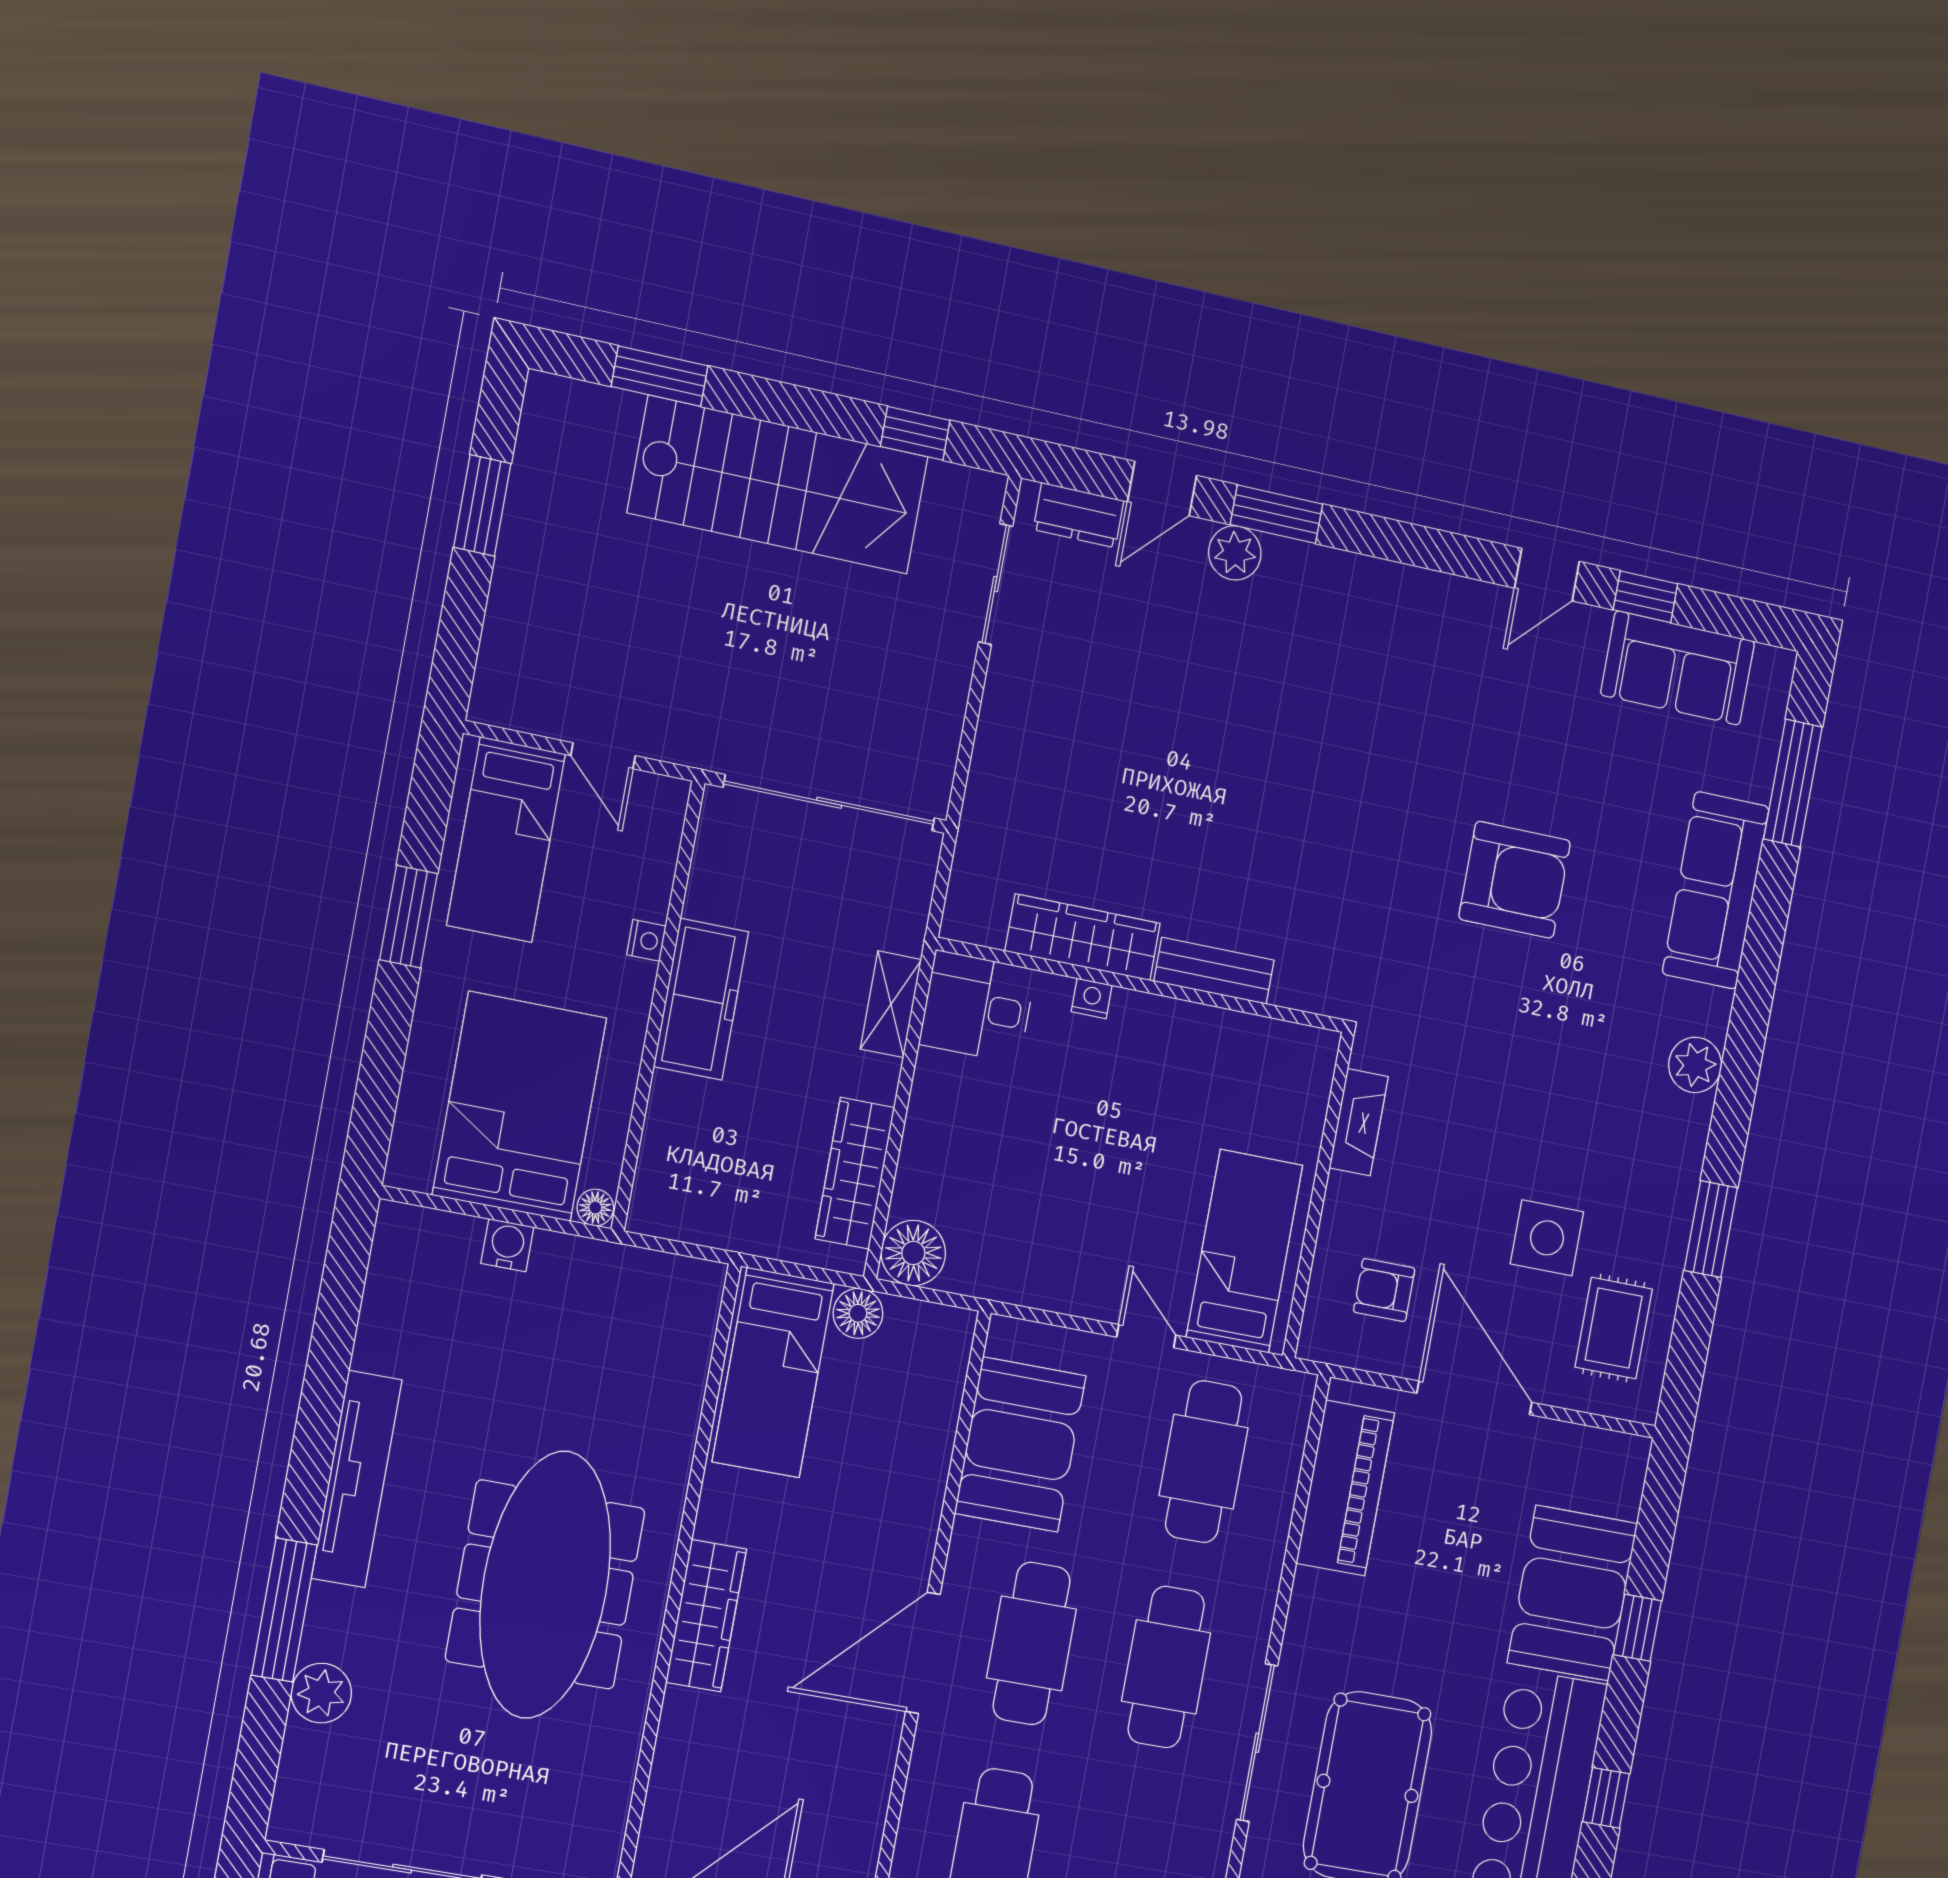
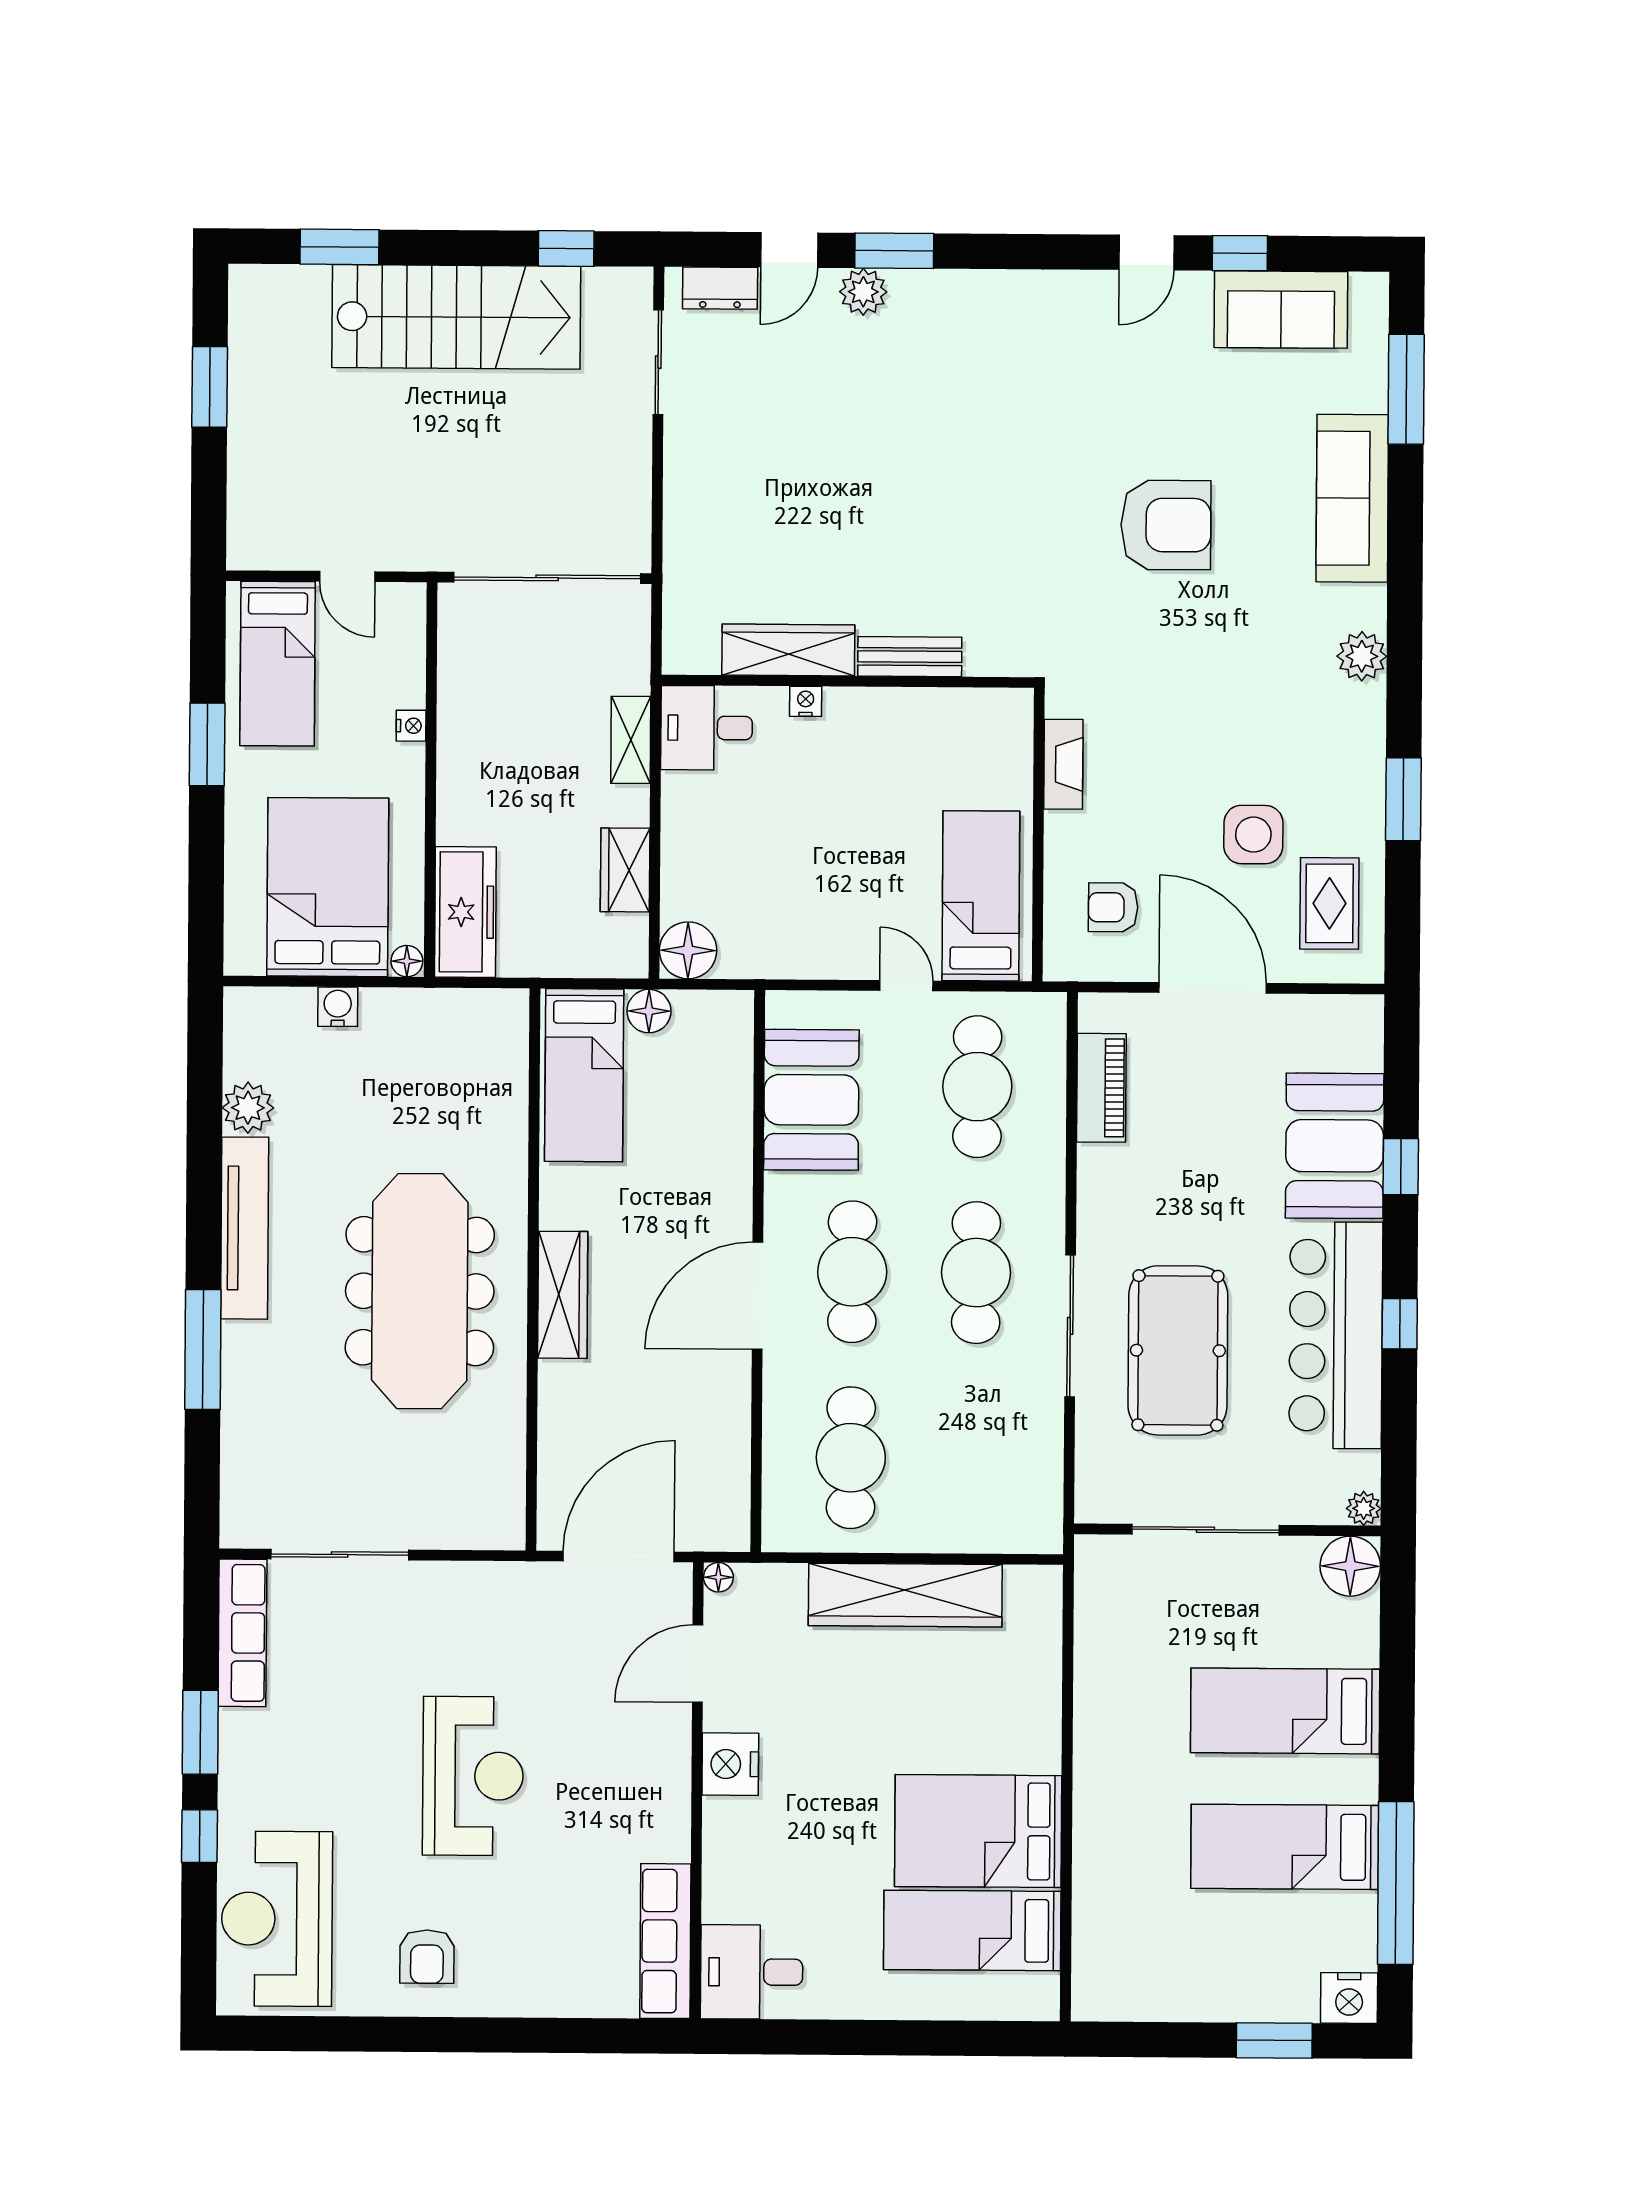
freezer: (701, 999) -> (465, 912), moved
wardrobe: (855, 1173) -> (625, 870), width x0.67
piano: (1345, 1488) -> (1101, 1088), width x0.73, depth x0.75
plant: (321, 1693) -> (248, 1108), moved

